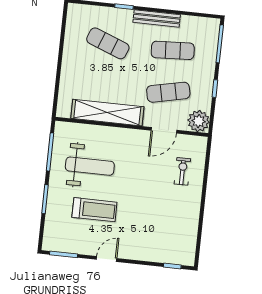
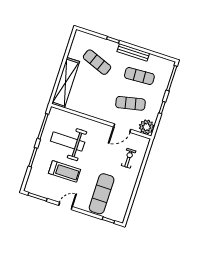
shelving: (107, 113) -> (66, 83), moved, turned 90
weight bench: (90, 166) -> (68, 142), turned 180
exercise mat: (154, 230) -> (102, 194), added

